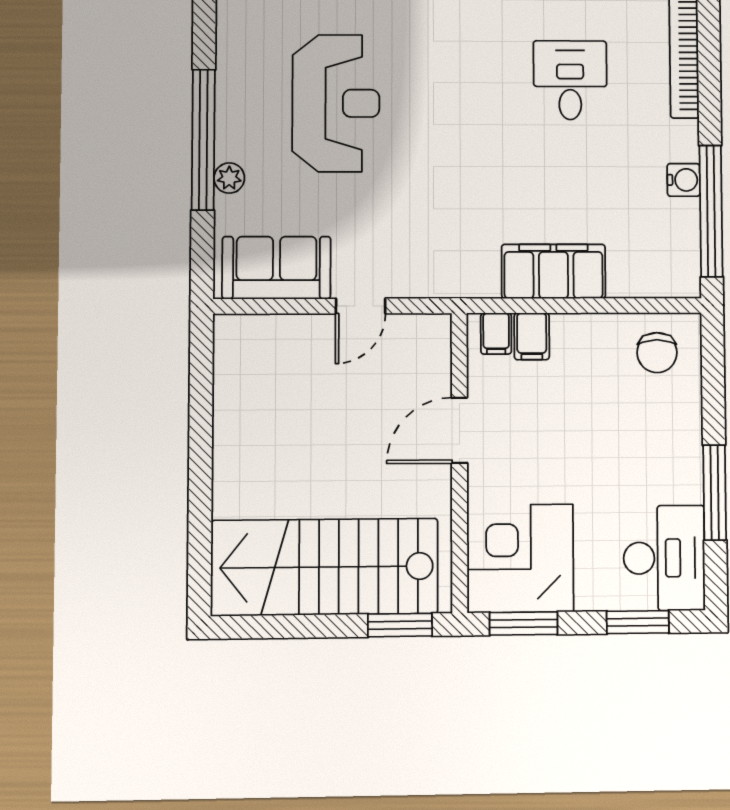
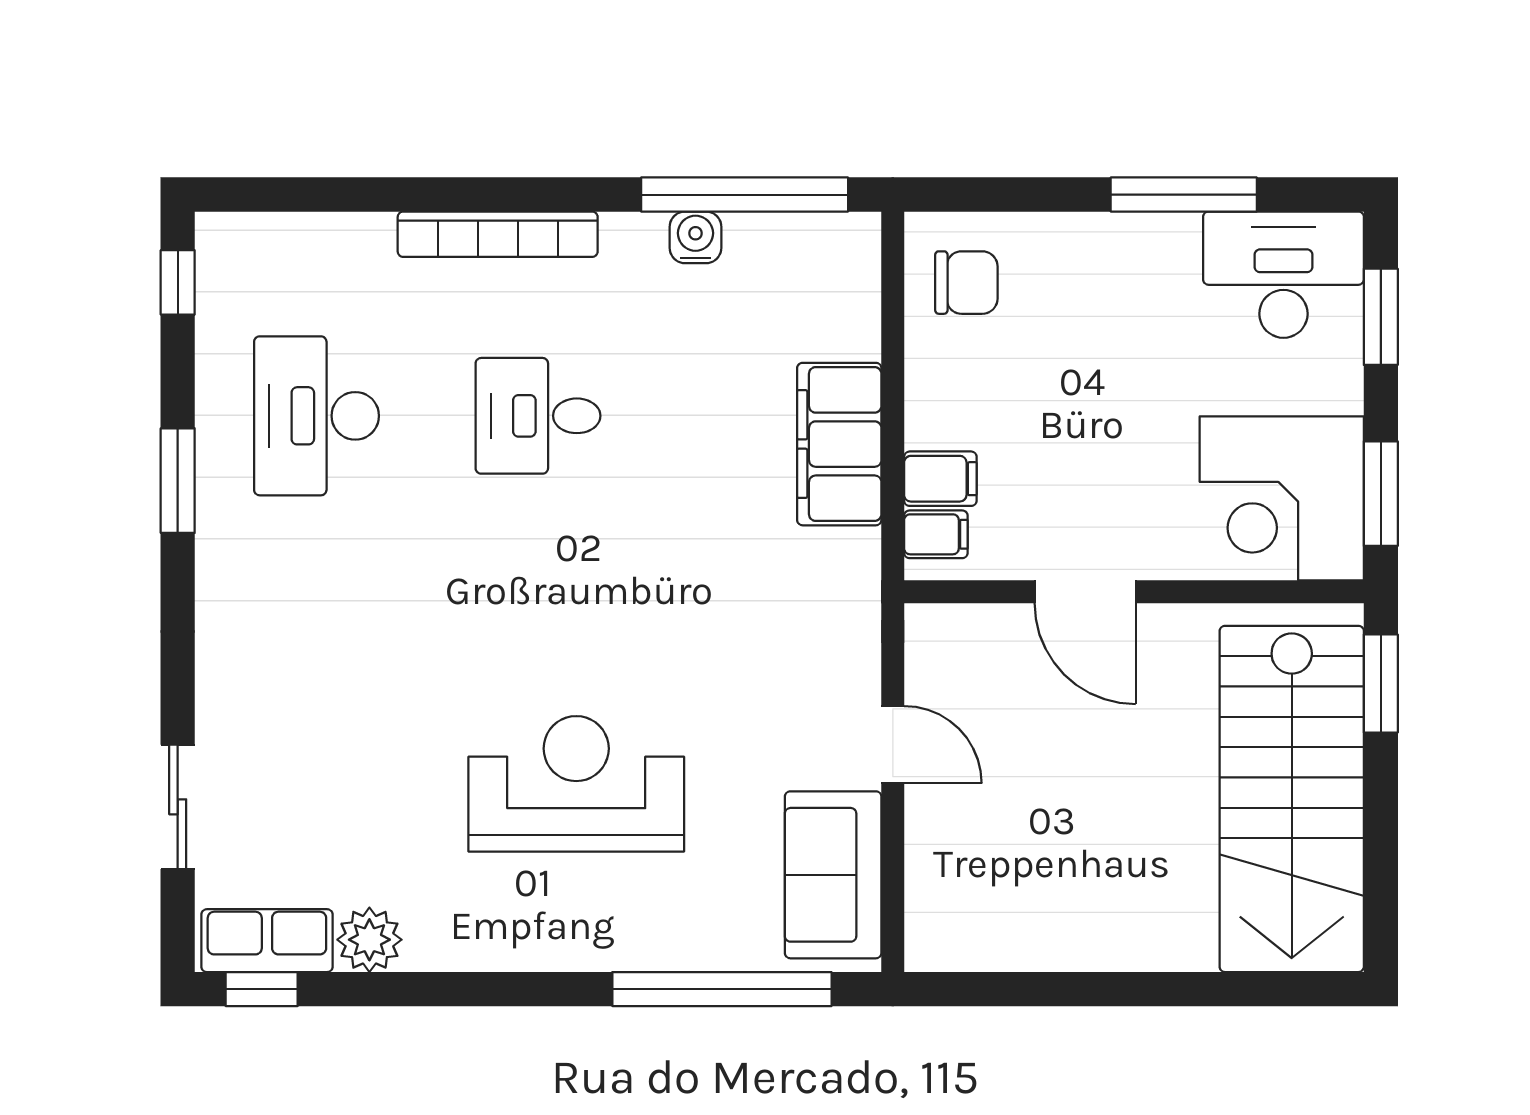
window: (203, 140) -> (722, 989), moved
plant: (229, 178) -> (694, 949), removed

